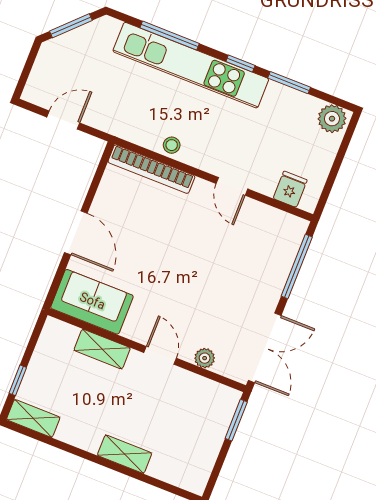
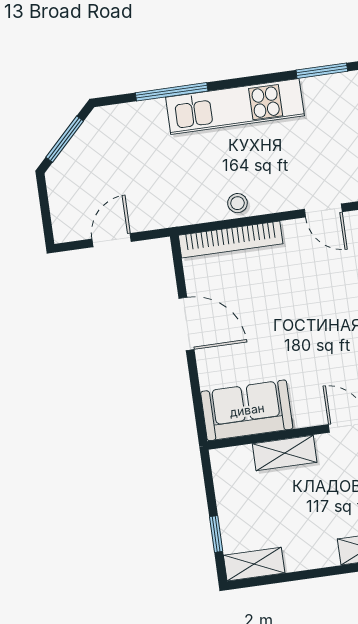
window: (240, 63) -> (261, 79), removed
kitchen unit: (191, 65) -> (235, 106), width x0.73
door: (76, 233) -> (187, 324), moved

